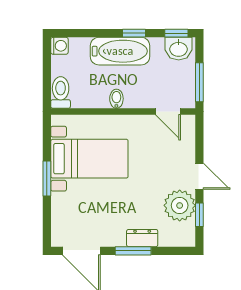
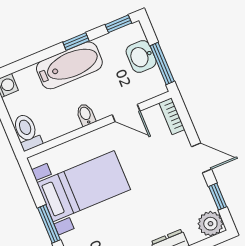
washbasin: (179, 49) -> (141, 57), moved, turned 90
door: (168, 111) -> (126, 113), moved
bookcase: (189, 130) -> (172, 116), added
plant: (180, 205) -> (210, 224), moved, width x0.73, depth x0.73

